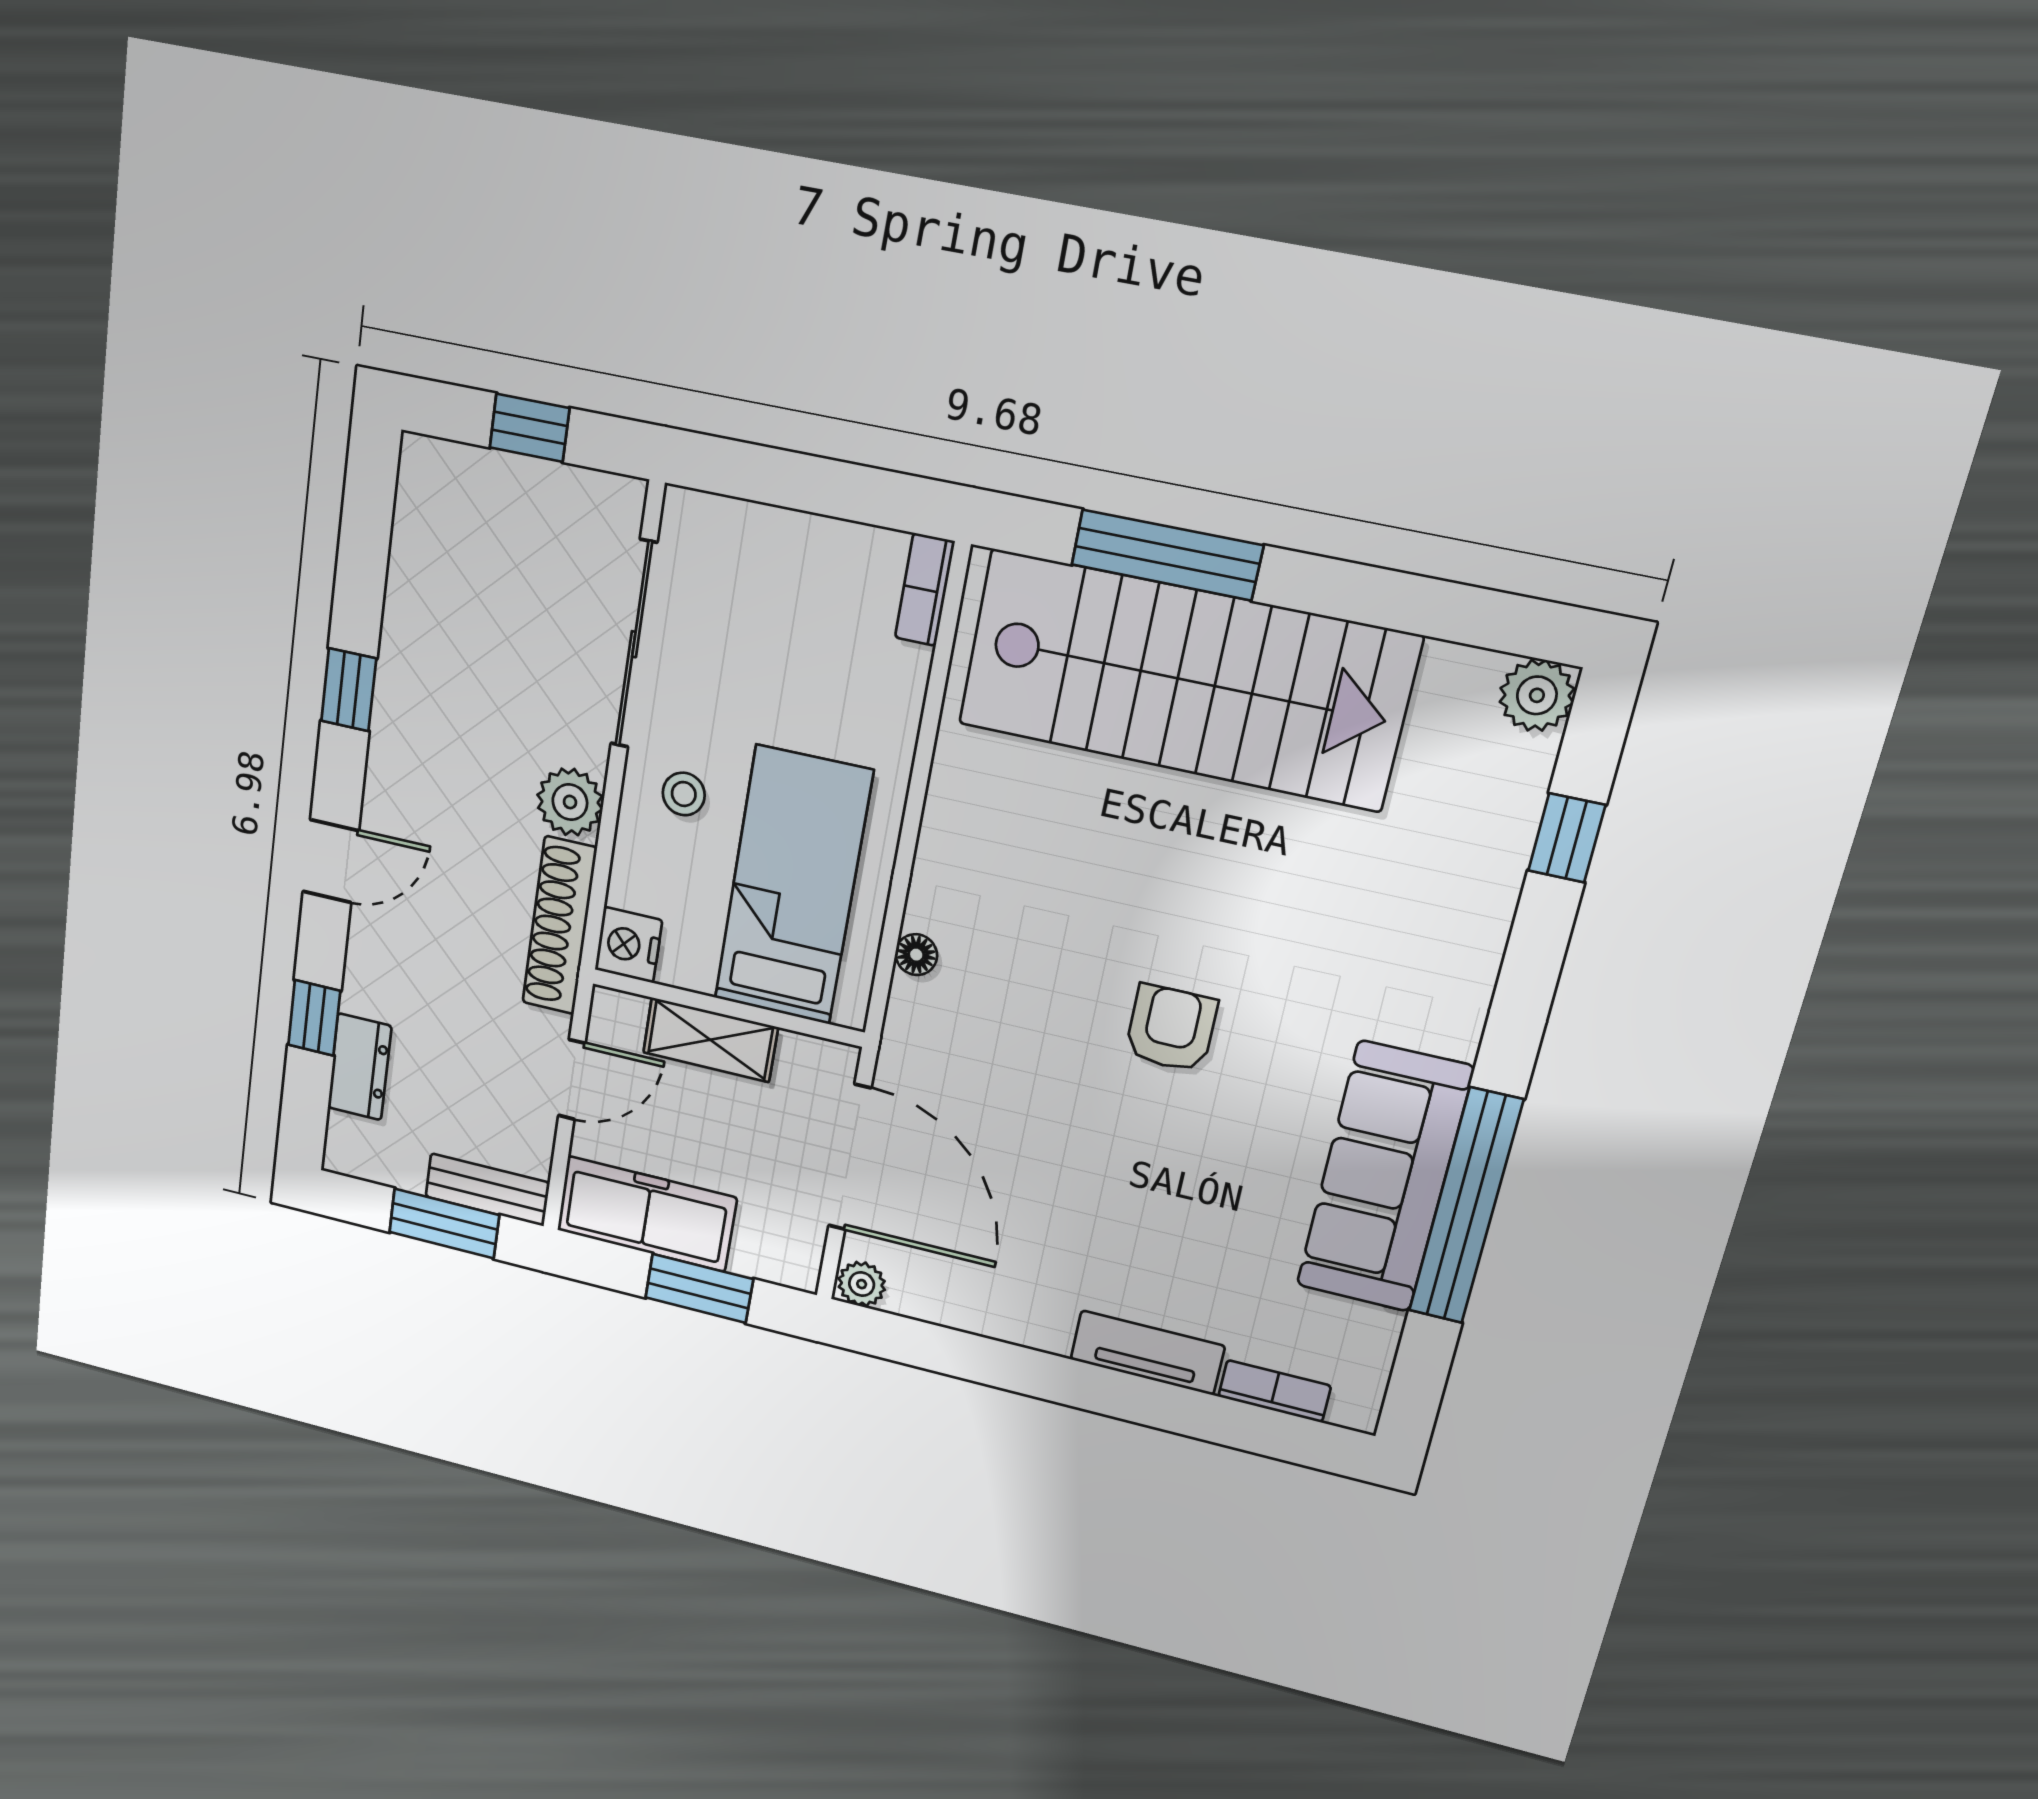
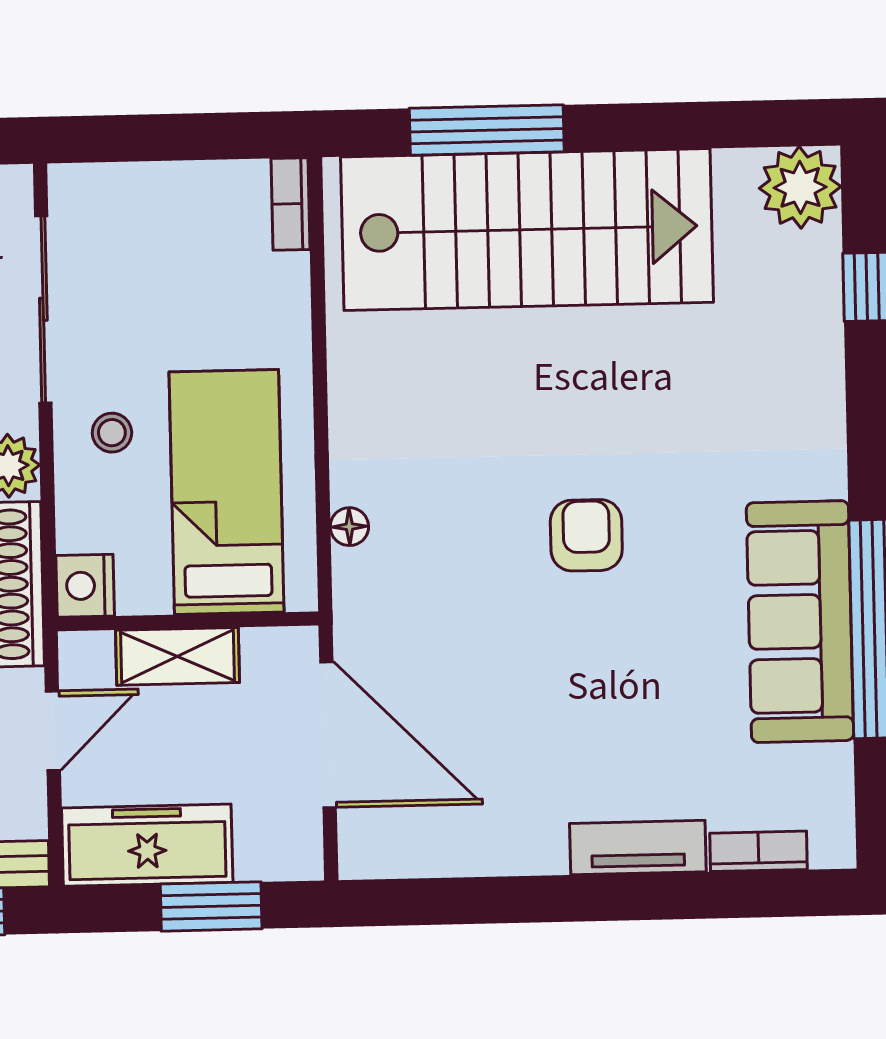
plant: (1537, 695) -> (800, 187), width x1.36, depth x1.36
plant: (862, 1284) -> (364, 857), removed

